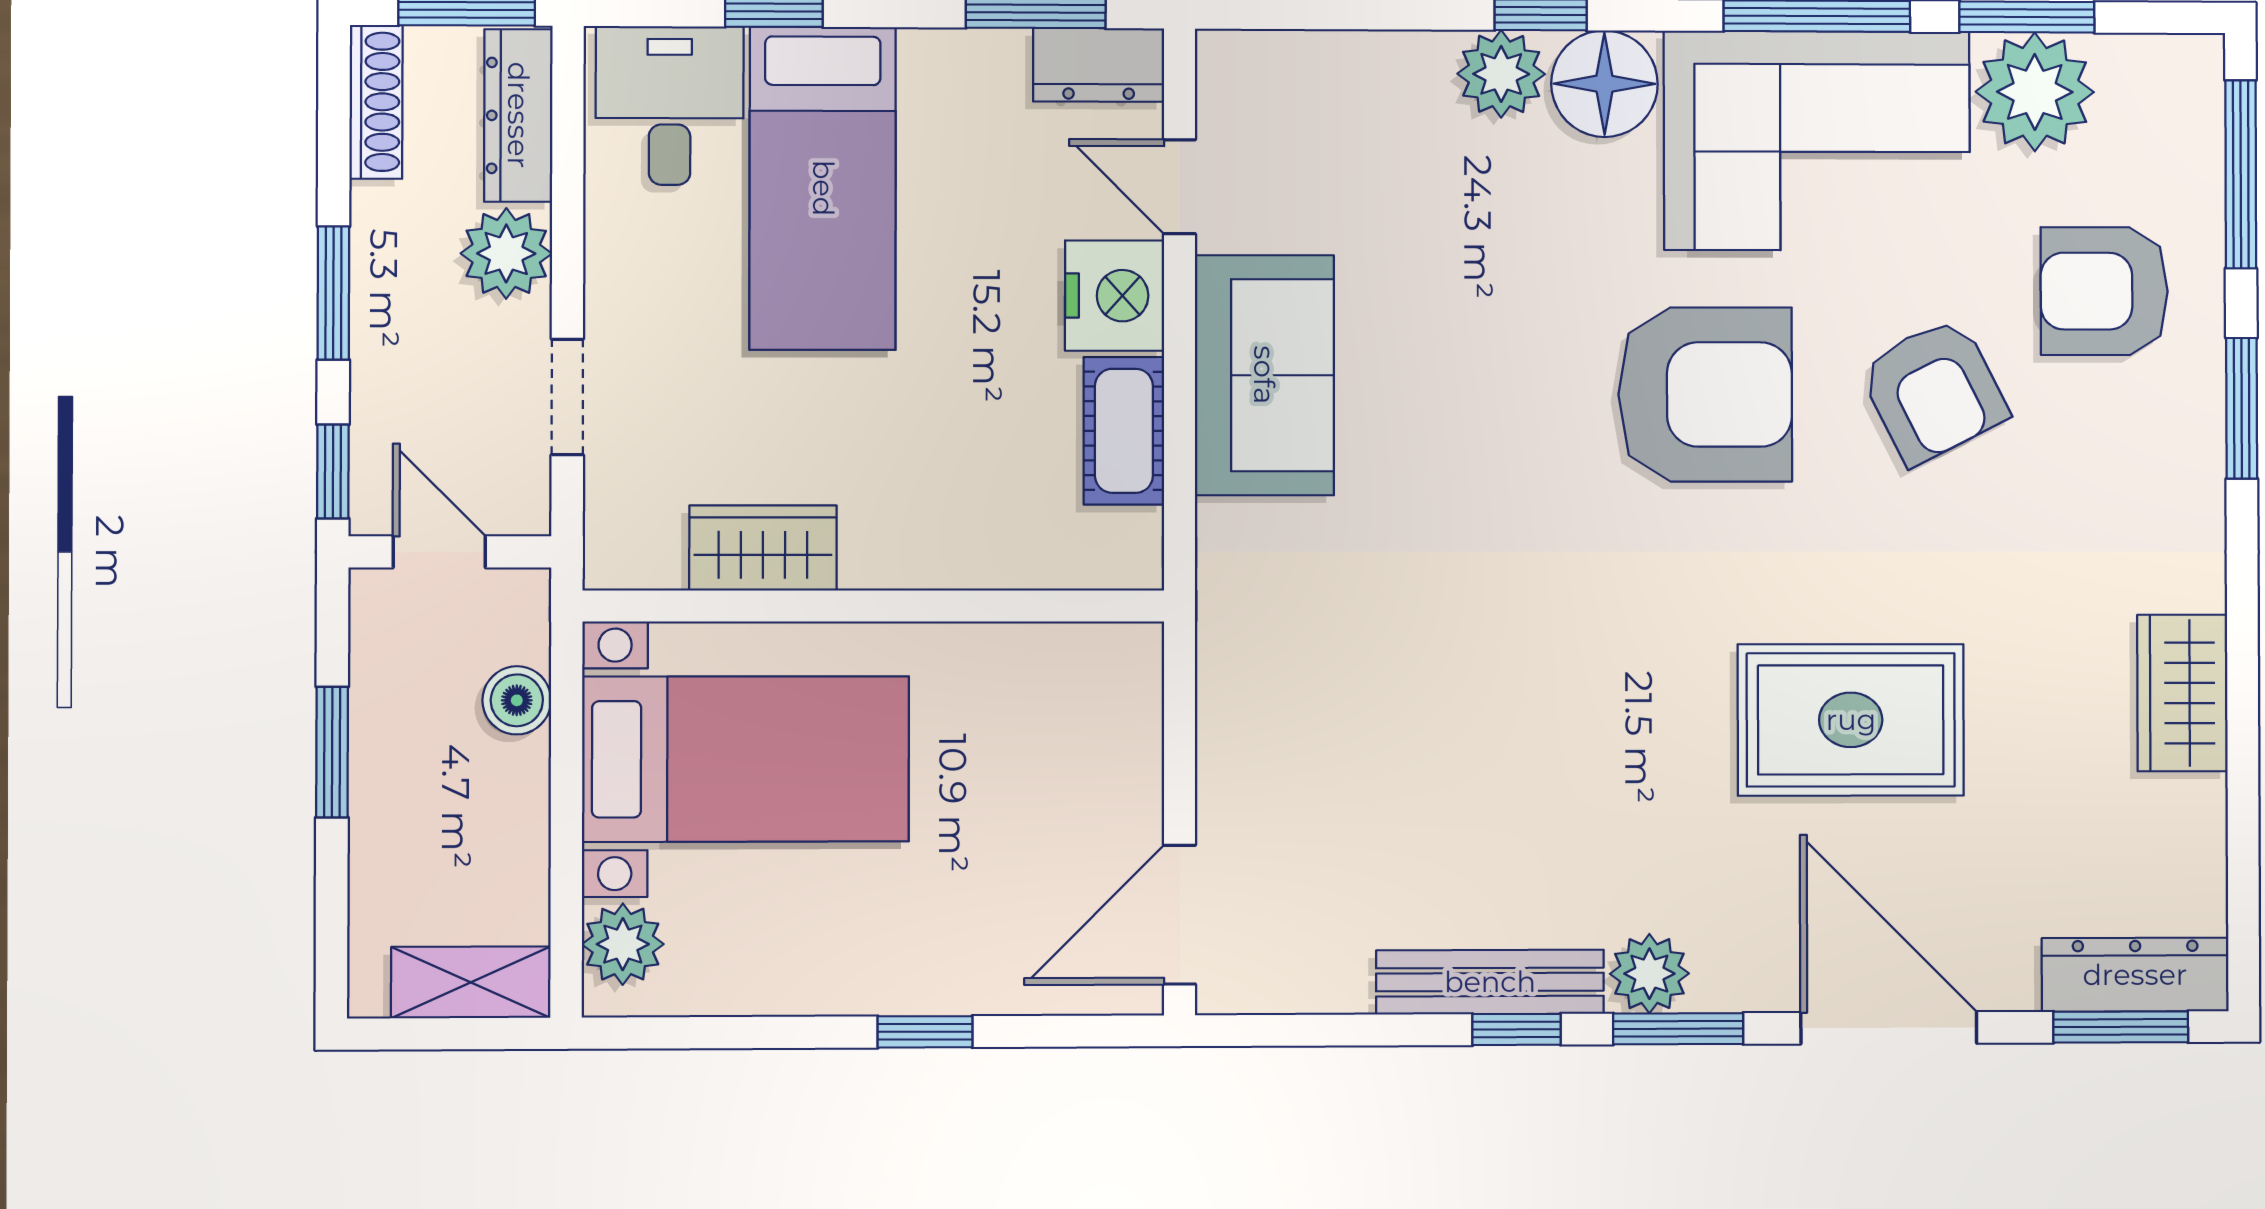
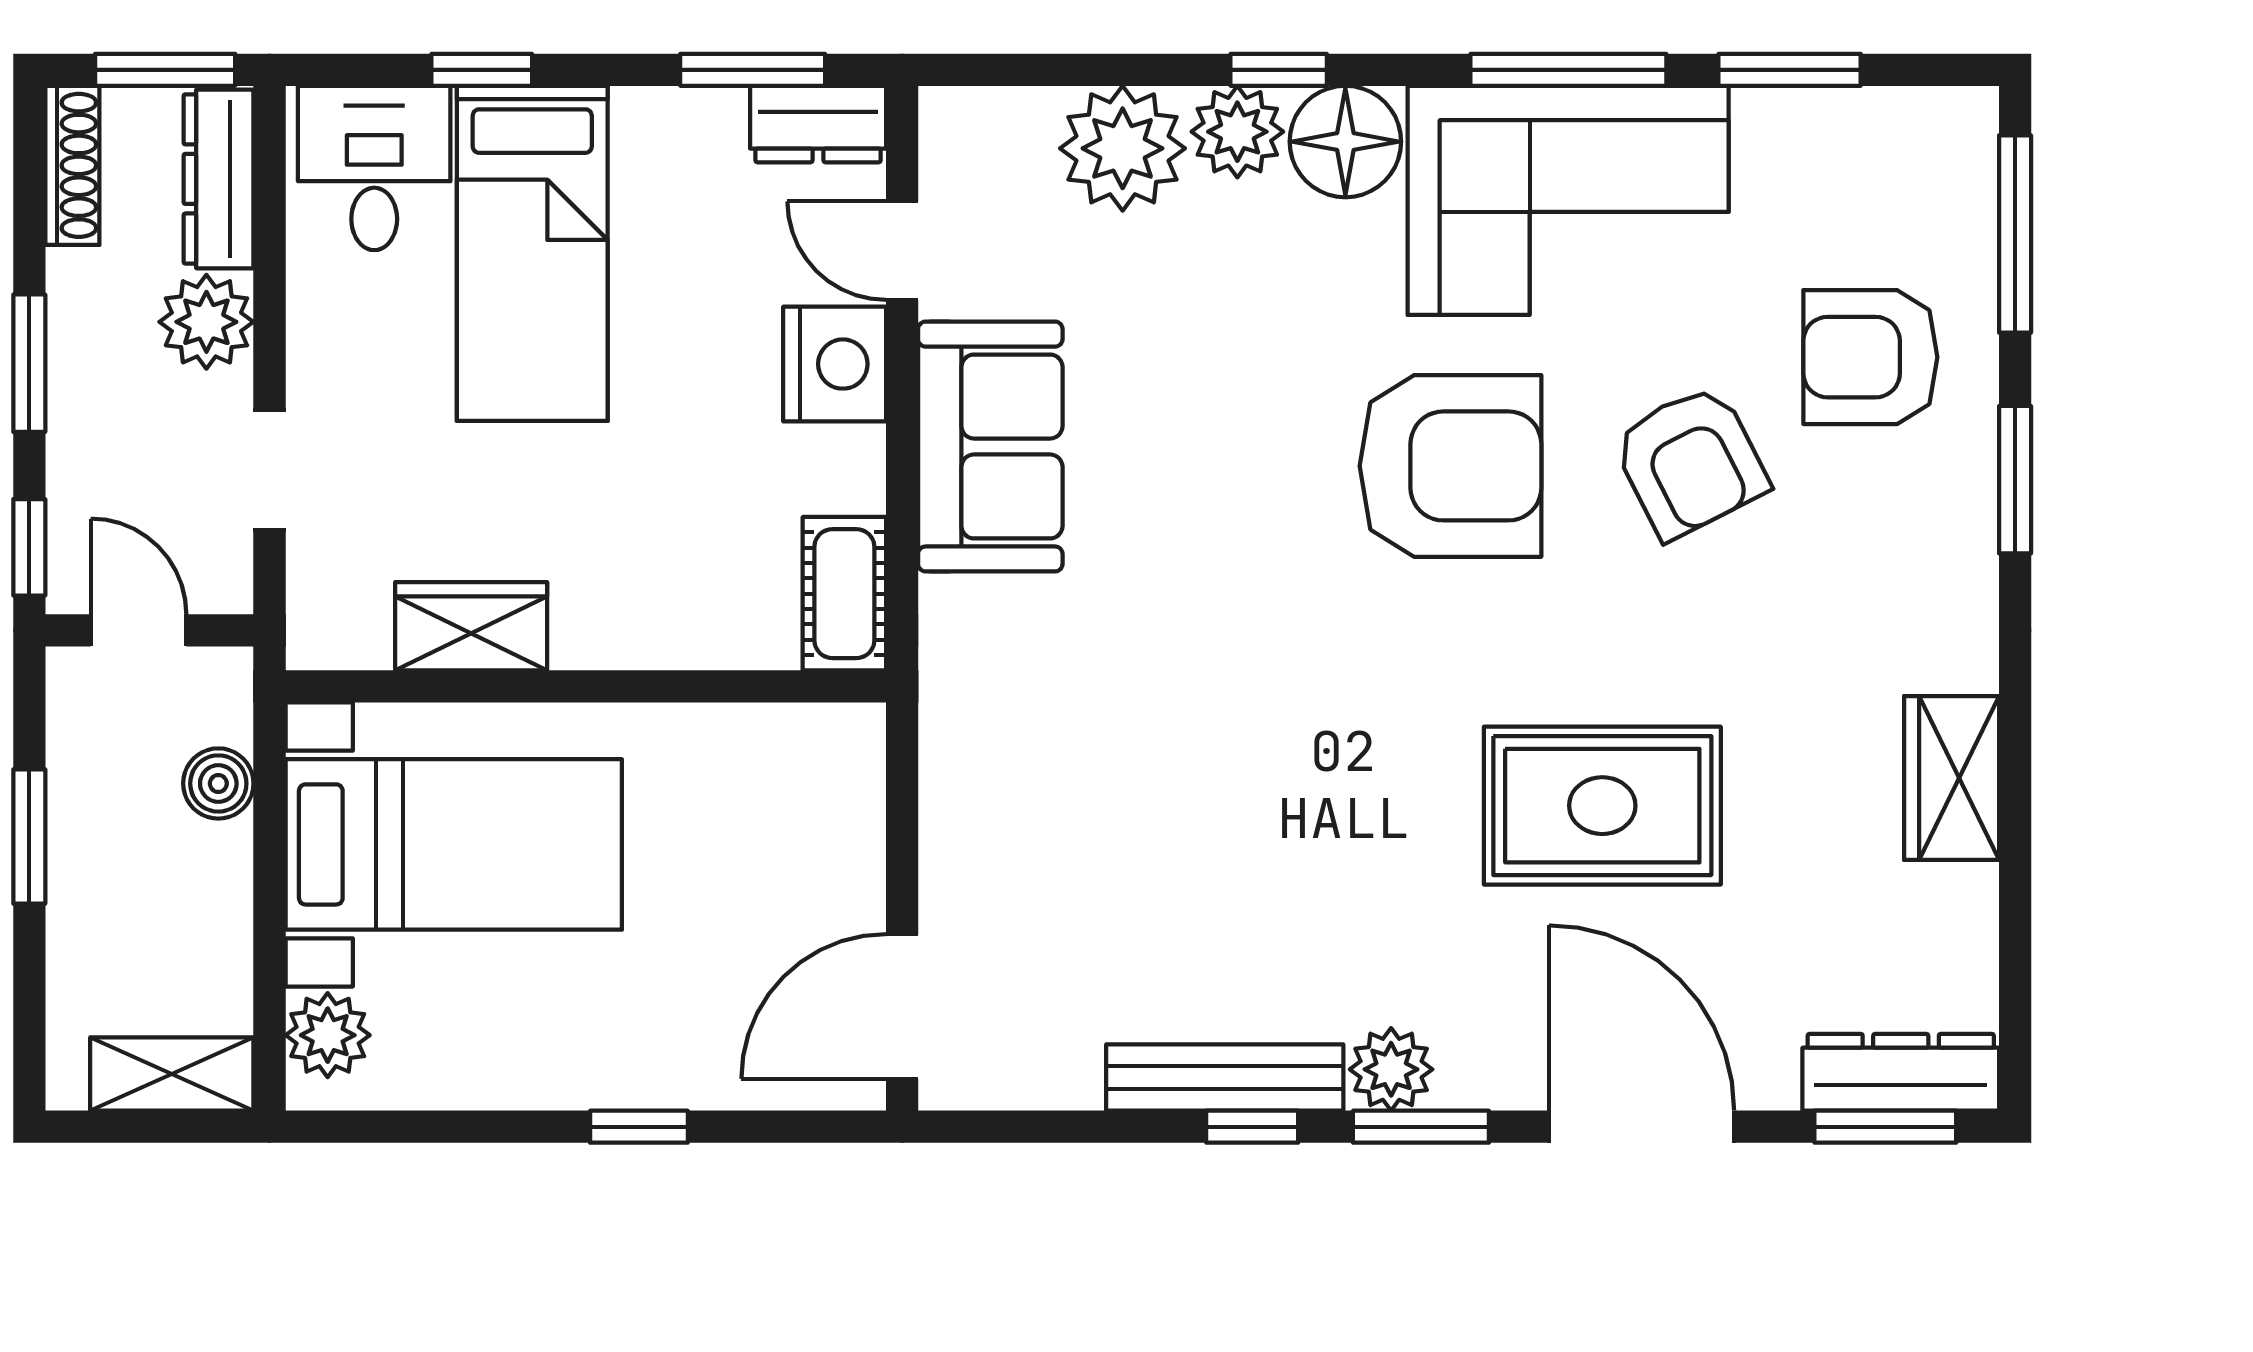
plant: (2035, 92) -> (1123, 148), moved
cot: (1124, 431) -> (844, 594), moved

